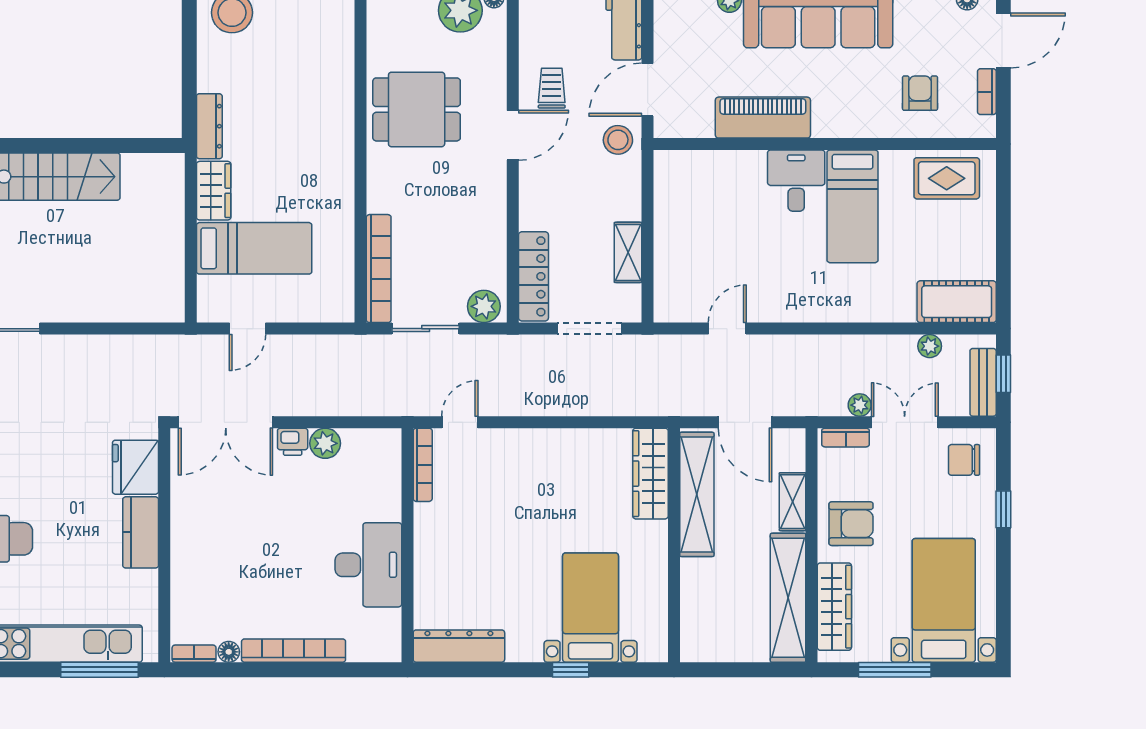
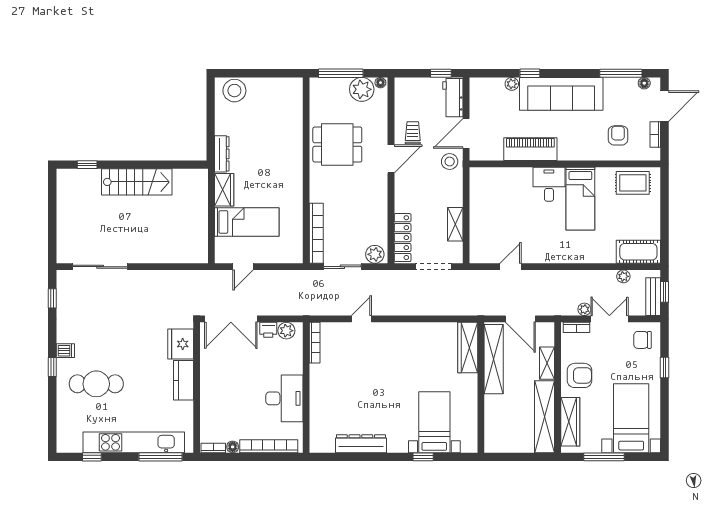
bookcase: (423, 465) -> (315, 343), moved
wall: (407, 545) -> (306, 387), moved
desk: (368, 565) -> (284, 398), moved

